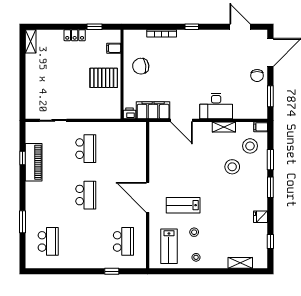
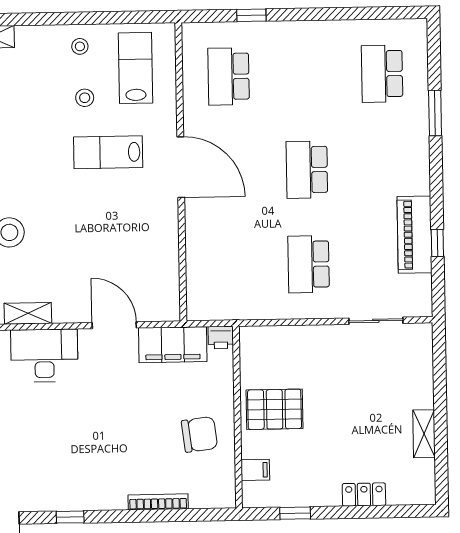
window: (192, 27) -> (70, 517), moved
locker: (75, 35) -> (364, 495), moved
shelving: (31, 41) -> (424, 434), moved
lab bench: (183, 205) -> (108, 152), turned 180

